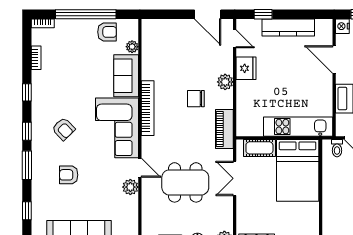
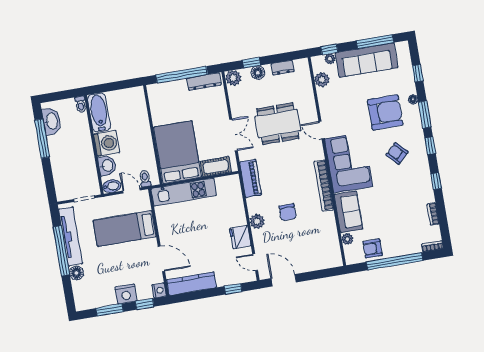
kitchen counter: (288, 27) -> (192, 284), moved
chair: (196, 99) -> (288, 212), moved, turned 90
armchair: (69, 175) -> (385, 112), width x1.88, depth x1.88
floor lamp: (36, 184) -> (413, 99), added
plant: (130, 187) -> (322, 80), moved

